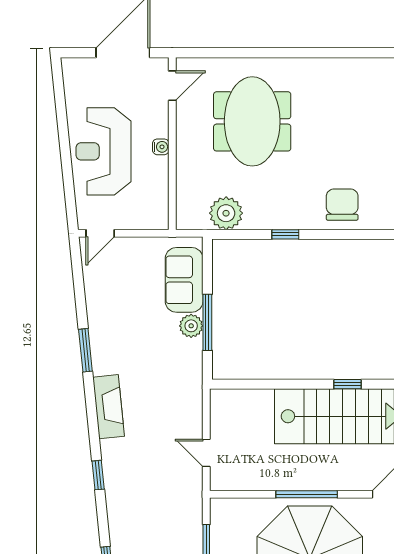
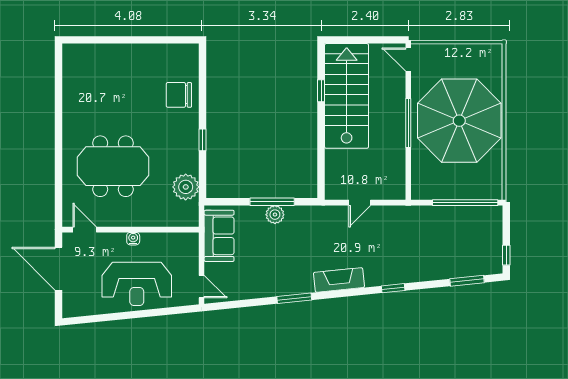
sofa: (184, 280) -> (219, 236), moved, turned -90
door: (206, 453) -> (360, 203), moved

